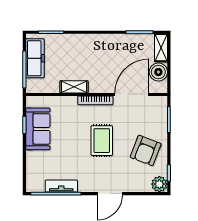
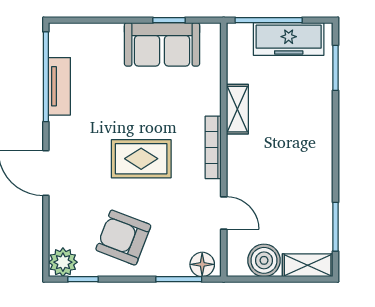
door: (132, 94) -> (224, 213), width x0.53
floor lamp: (161, 106) -> (202, 264), added

